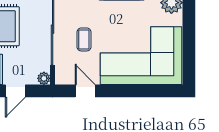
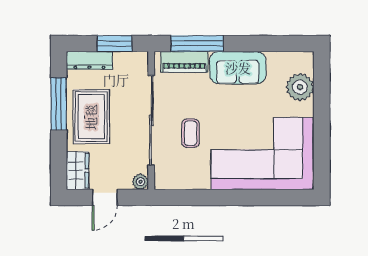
door: (85, 91) -> (192, 197), removed

